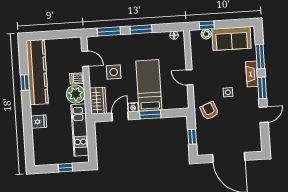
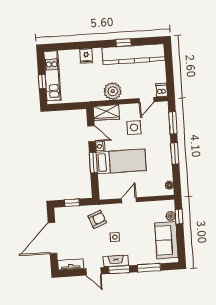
fireplace: (252, 74) -> (116, 261), moved
dishwasher: (77, 78) -> (161, 90), moved
kitchen unit: (80, 130) -> (52, 76), moved, turned 90
tv unit: (256, 139) -> (71, 264), added

